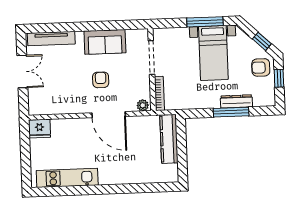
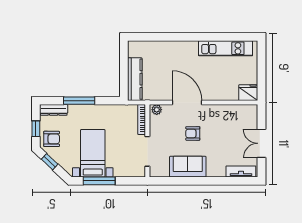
tv unit: (51, 39) -> (241, 171), width x0.71
armchair: (101, 80) -> (193, 133), turned 90
dresser: (236, 101) -> (54, 110), moved

